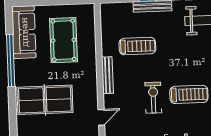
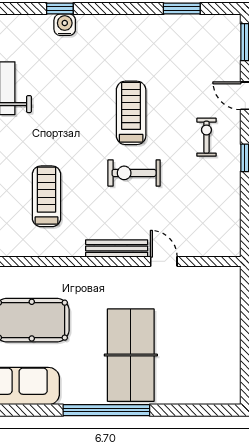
window: (11, 61) -> (106, 410), moved
bench: (107, 75) -> (117, 248), moved

